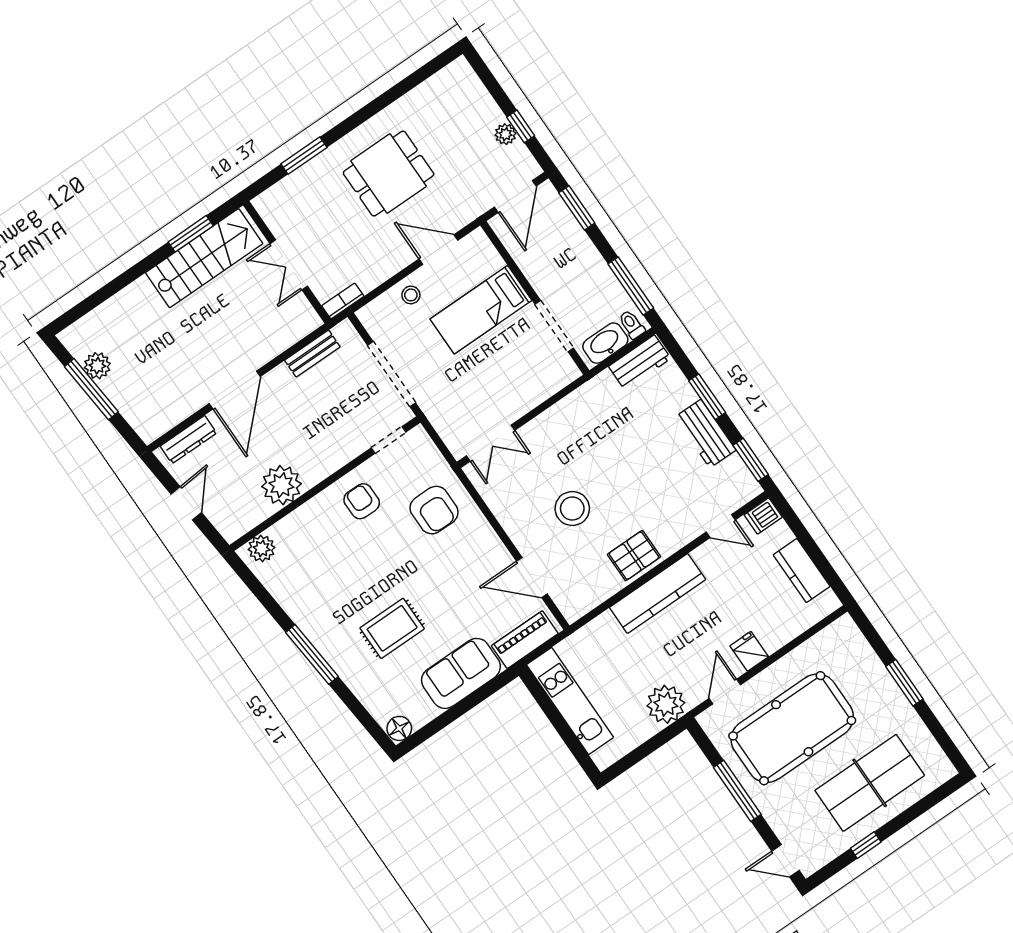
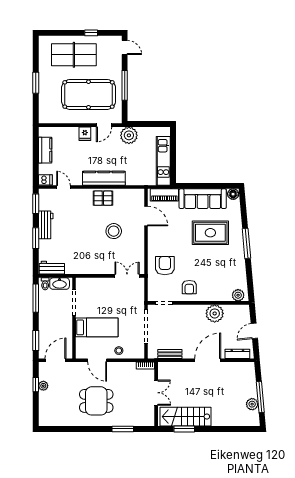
rug: (392, 628) -> (210, 233), width x1.36, depth x1.43
sofa: (461, 673) -> (203, 199), width x1.36

